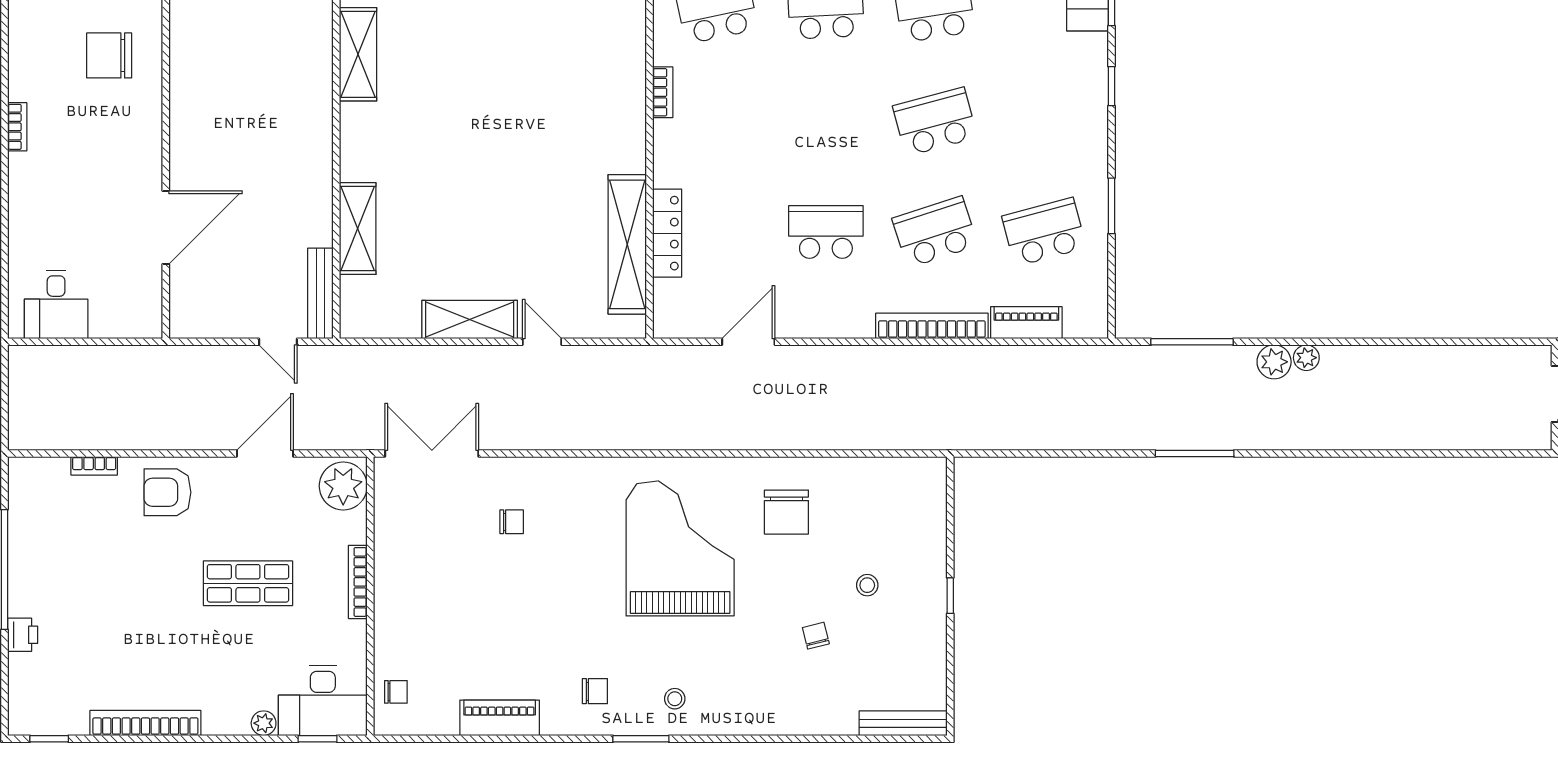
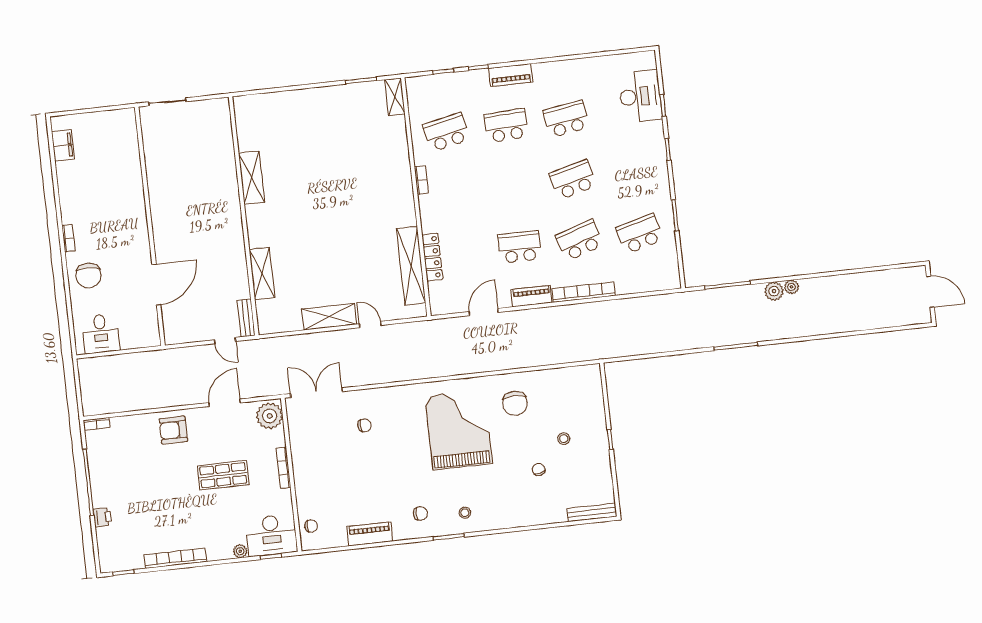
chair: (109, 55) -> (88, 275), moved, turned -87
bench: (320, 293) -> (246, 318), width x0.73
piano: (1026, 323) -> (532, 296), moved
bookcase: (94, 466) -> (97, 424), moved

